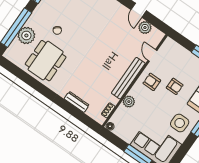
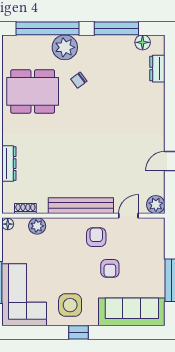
plant: (145, 28) -> (156, 205), moved
plant: (26, 35) -> (65, 47), moved
plant: (129, 102) -> (37, 226), moved

